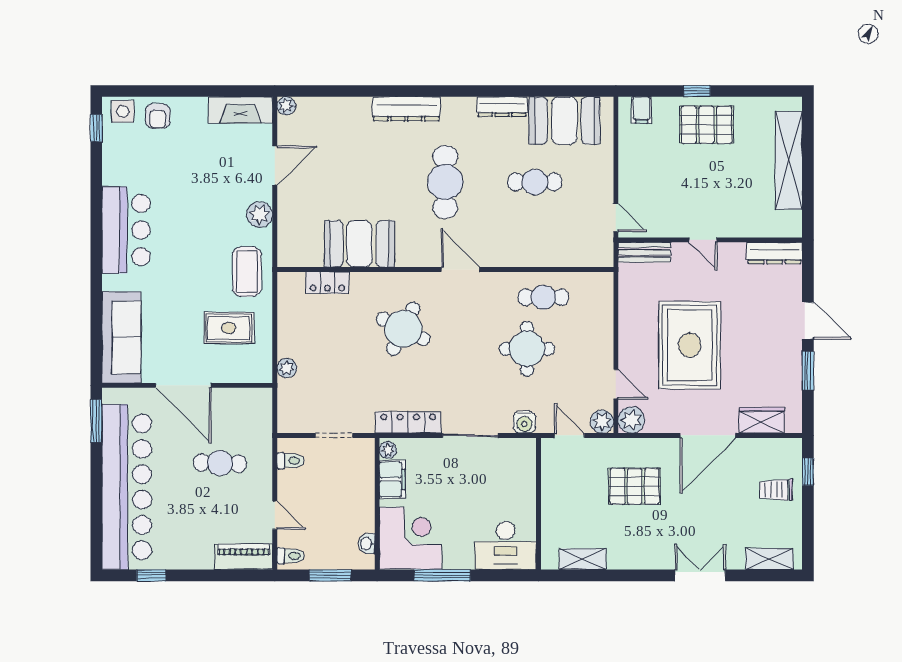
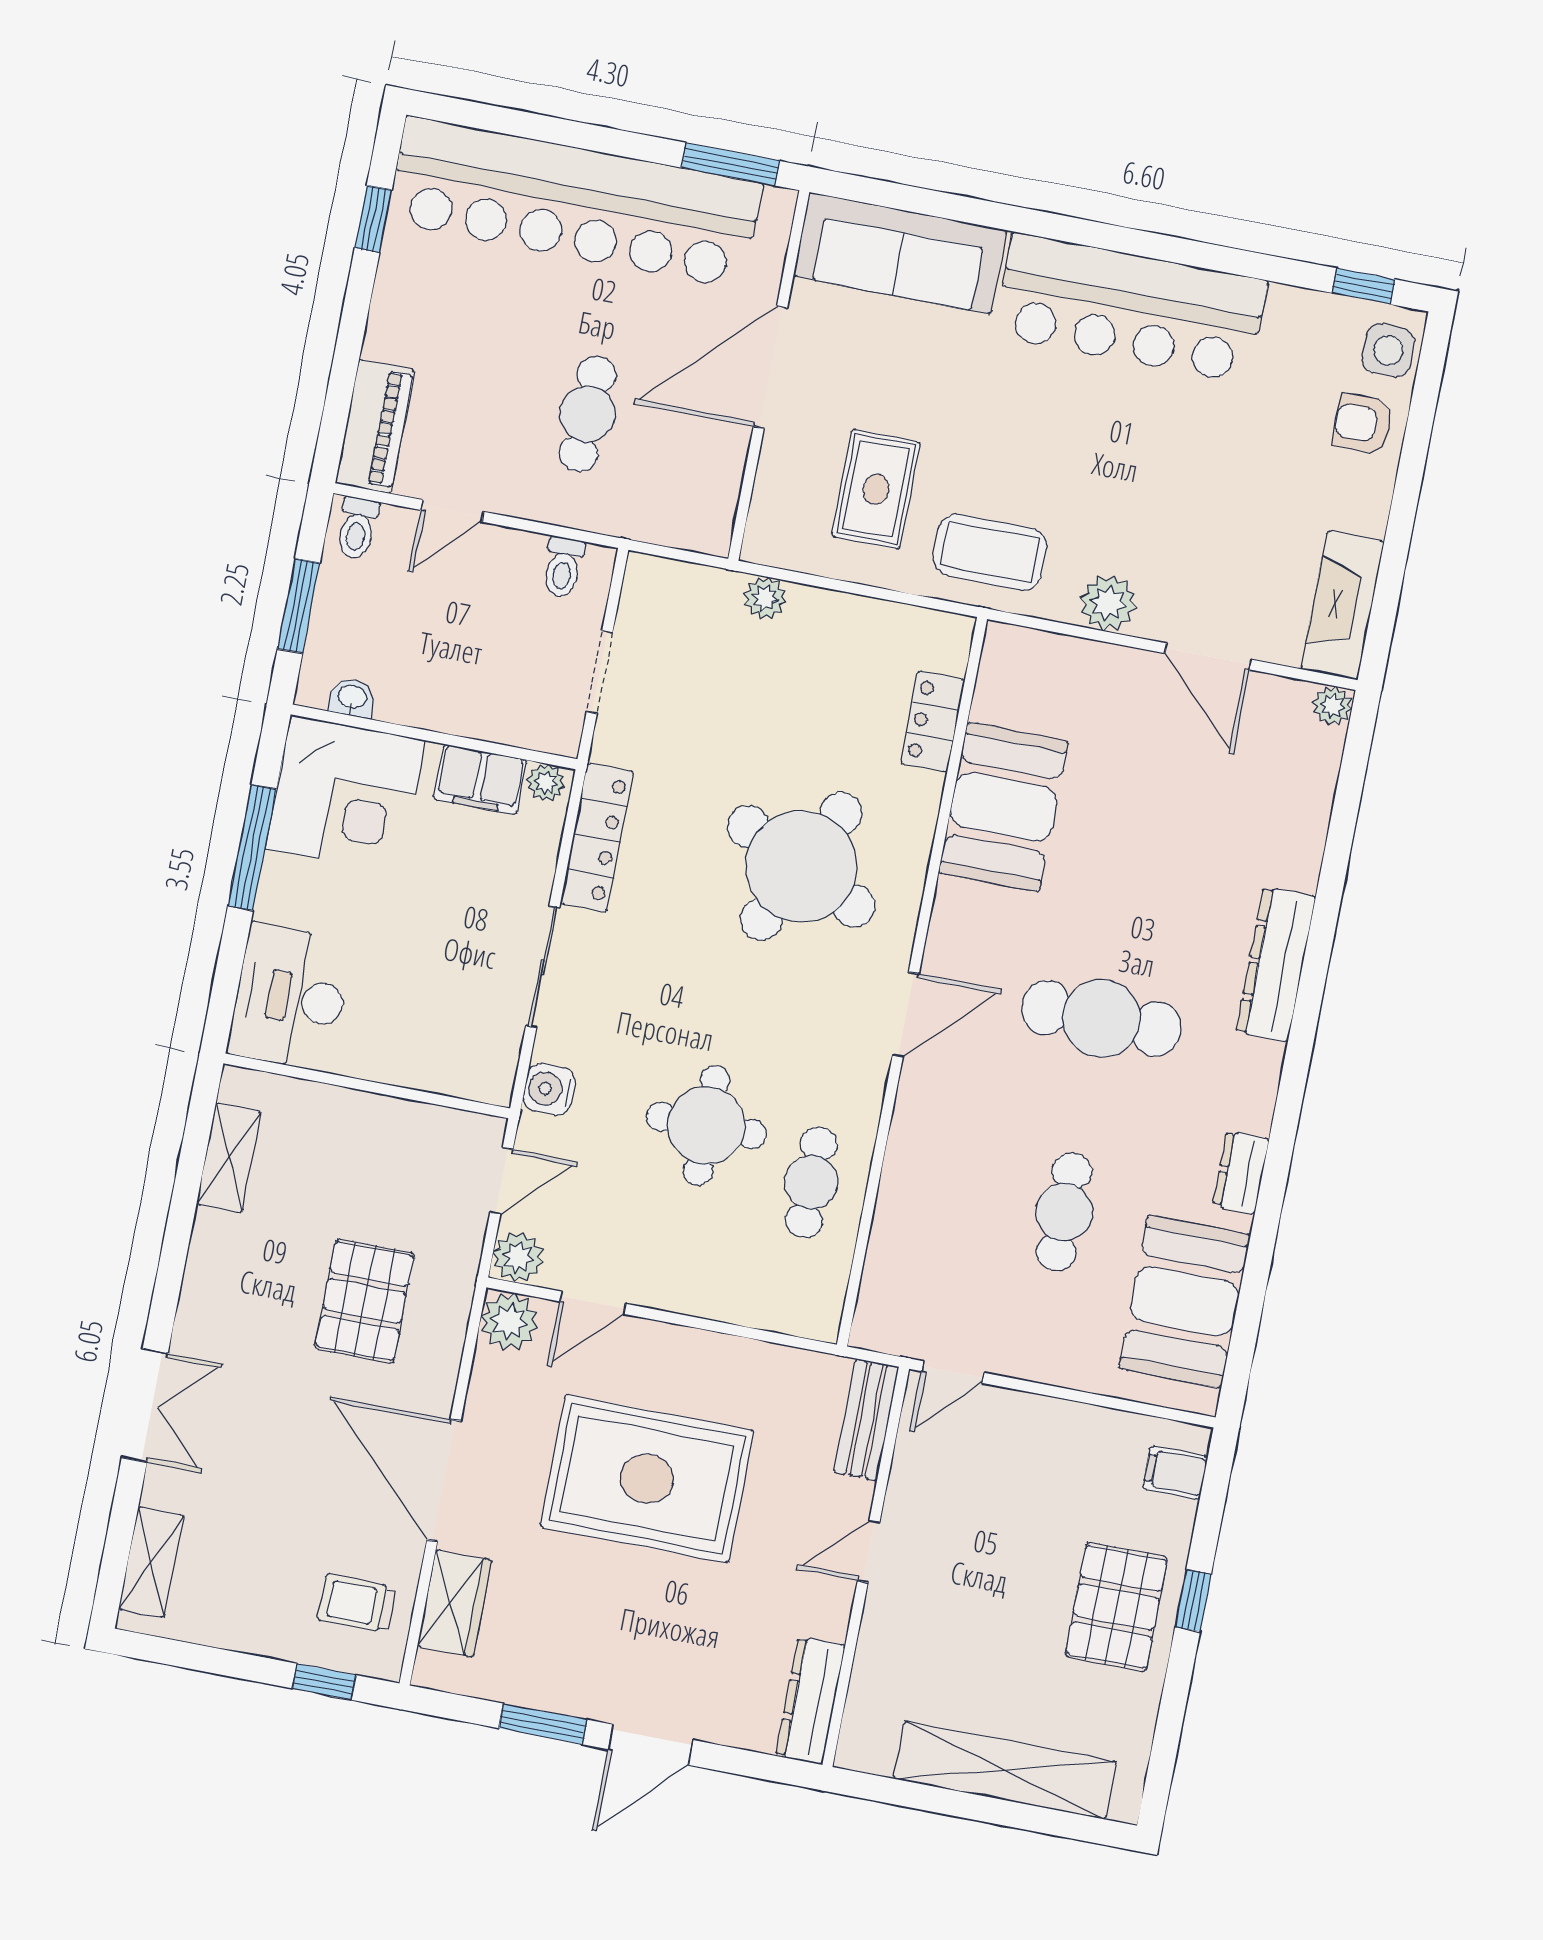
dresser: (502, 107) -> (1241, 1172), width x0.70
bar counter: (126, 230) -> (1130, 308), width x1.36
round table: (403, 329) -> (801, 866), width x1.36, depth x1.36
trolley: (776, 490) -> (357, 1604), moved, turned -90

